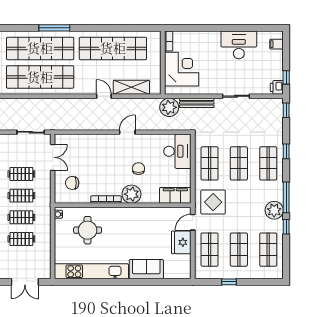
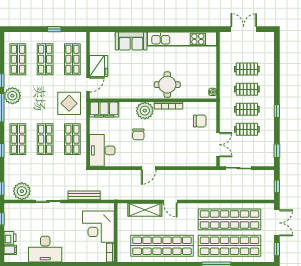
printer: (277, 87) -> (10, 238), moved
plant: (169, 107) -> (22, 191), moved
double door: (53, 157) -> (218, 145), swing flipped
round table: (88, 230) -> (167, 85), moved

